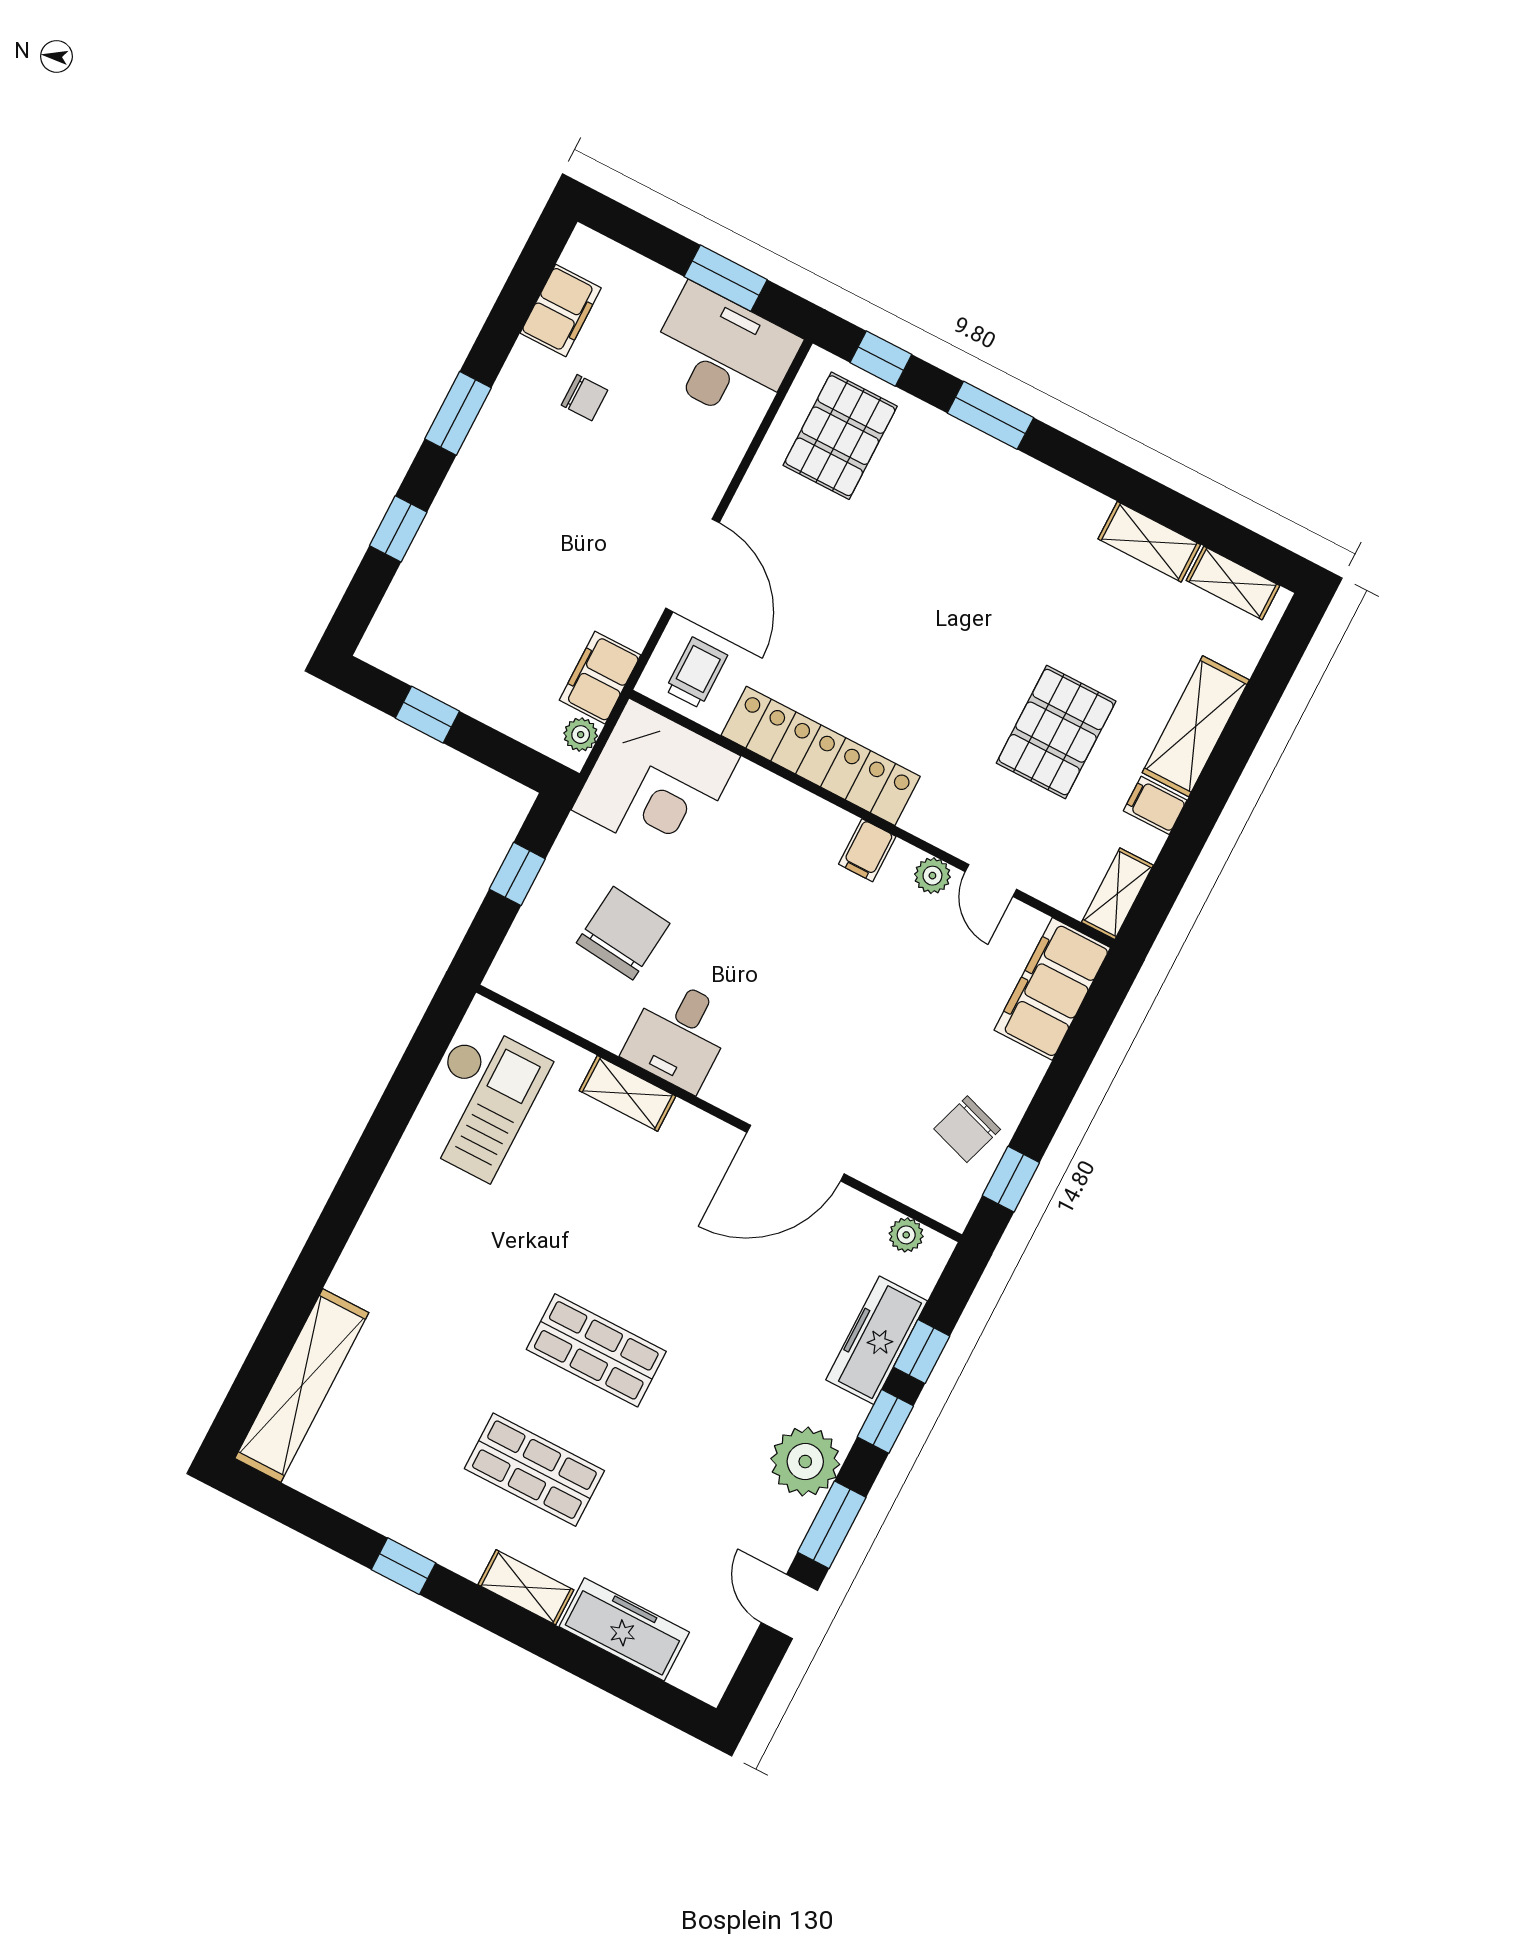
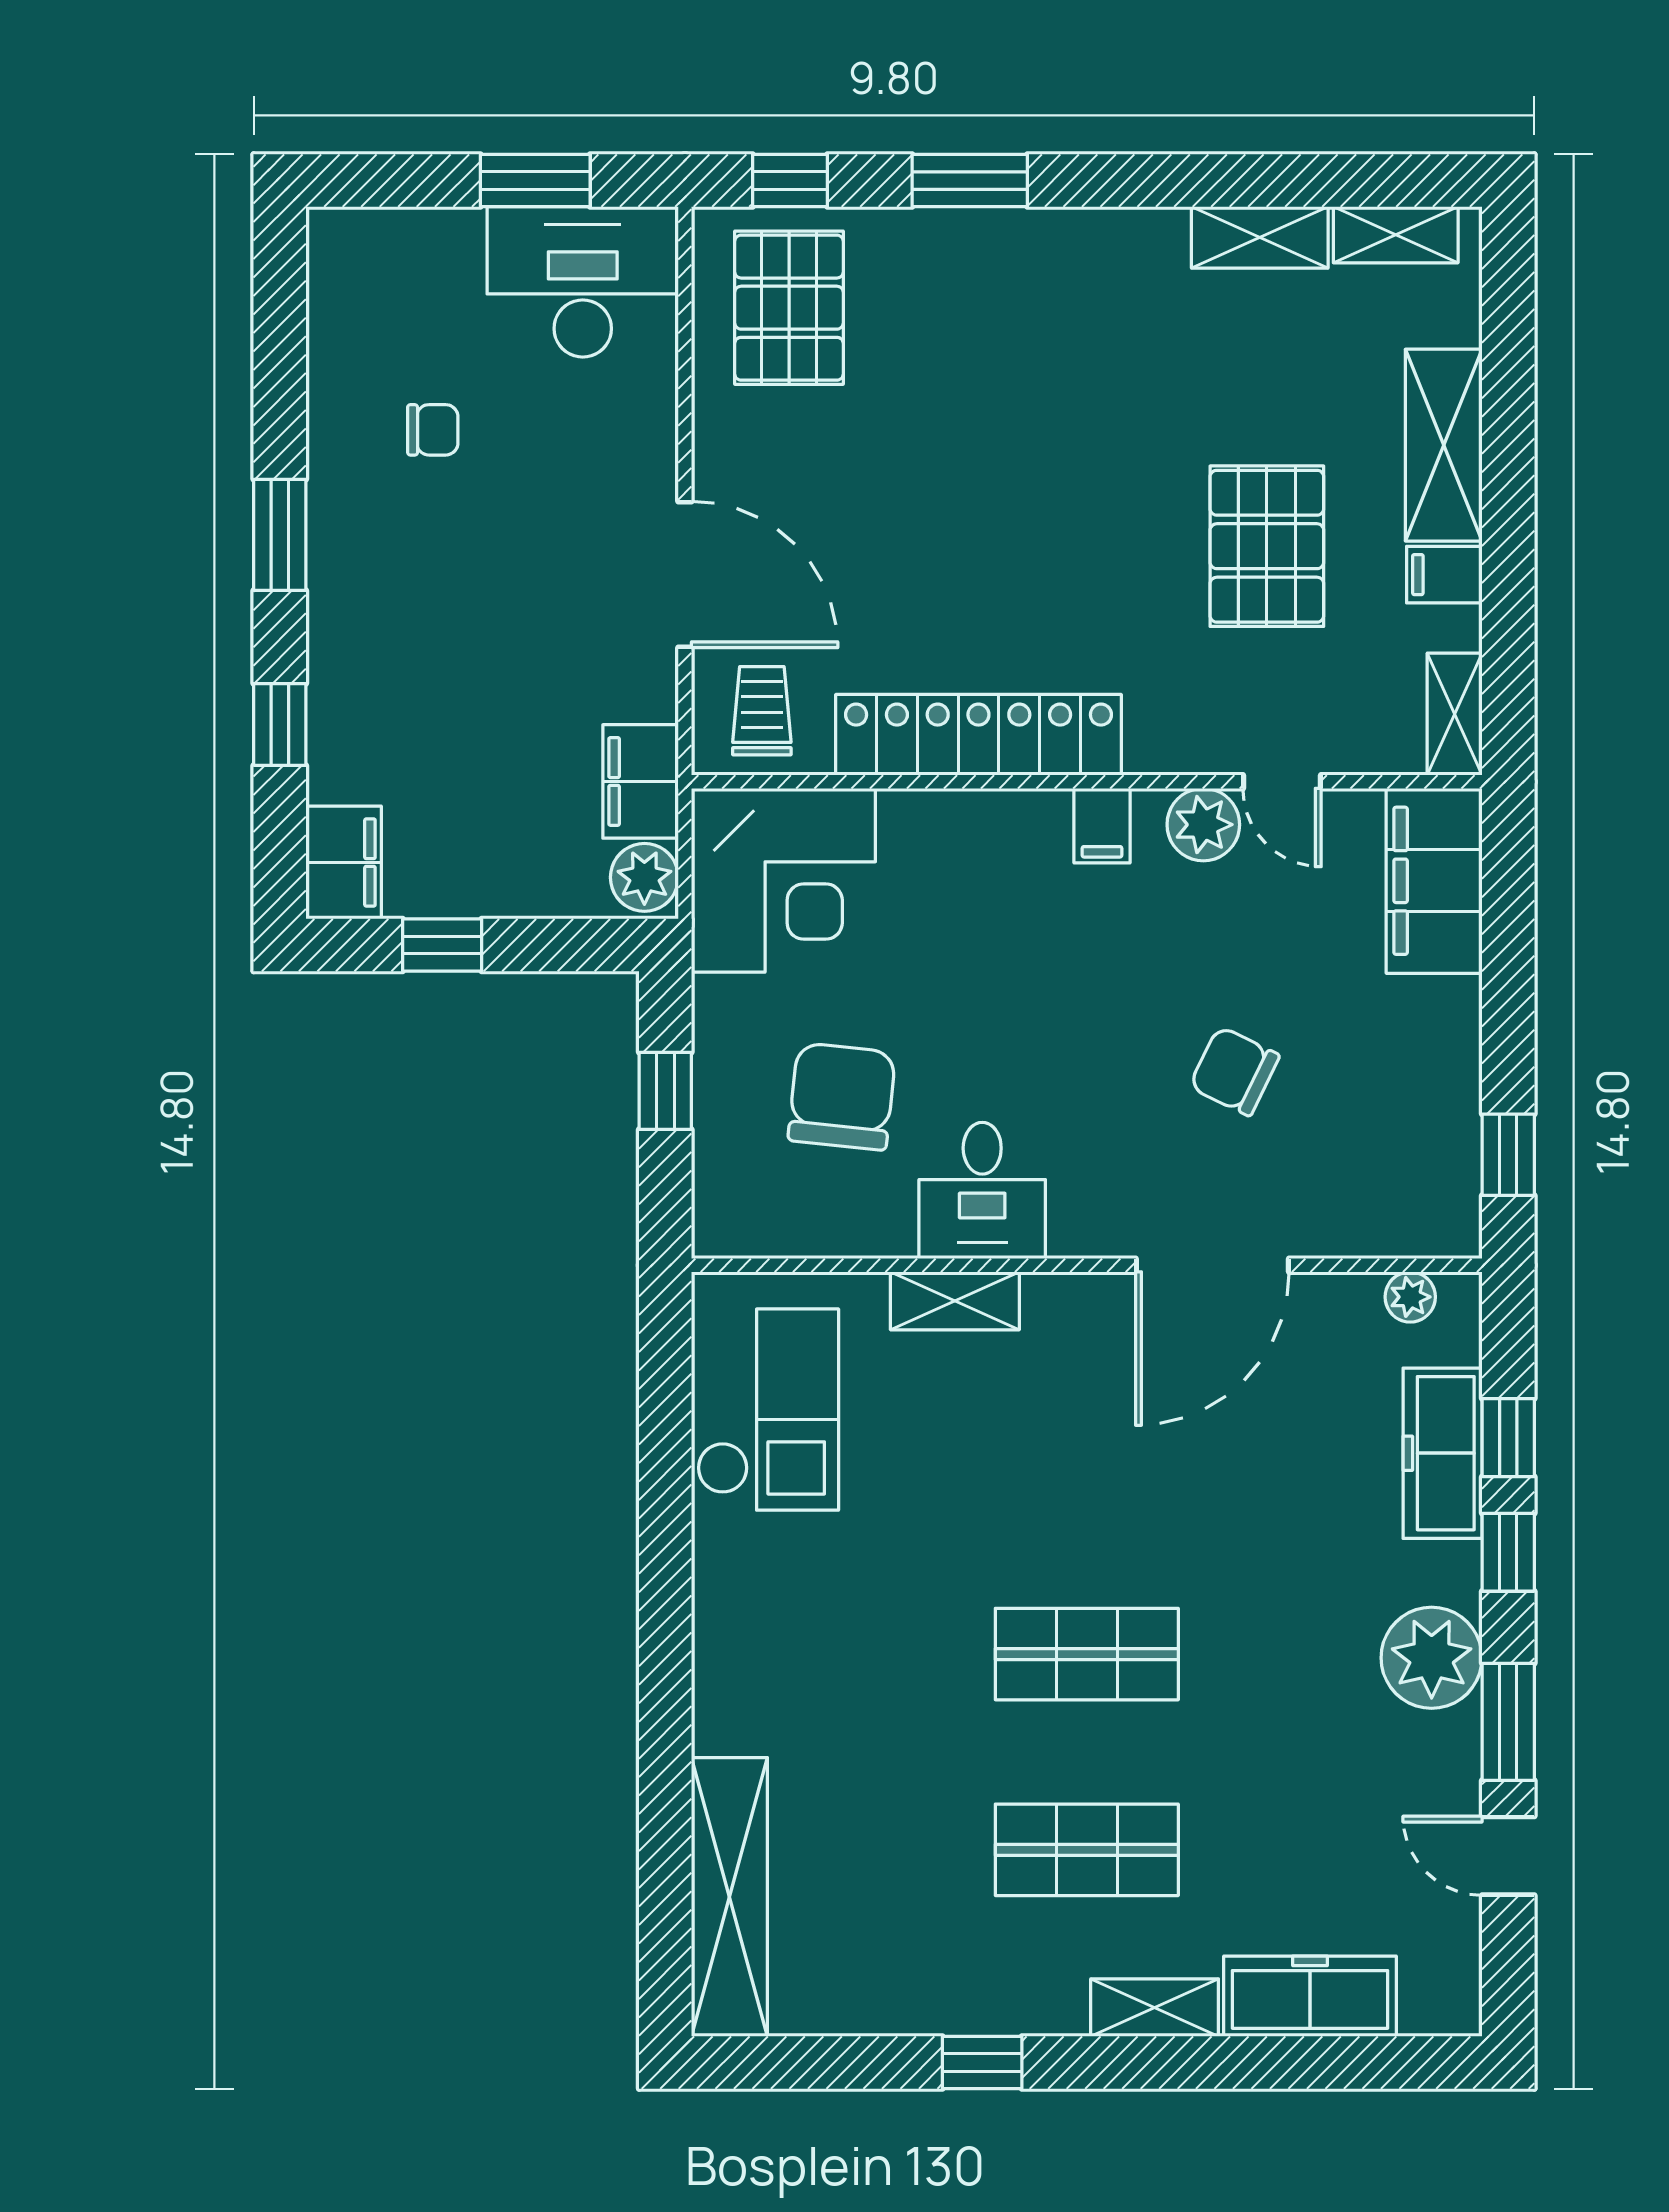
filing cabinet: (561, 310) -> (344, 862), moved
plant: (581, 735) -> (644, 877), width x1.38, depth x1.38
plant: (932, 876) -> (1203, 825), width x1.38, depth x1.38
chair: (967, 1129) -> (1234, 1071), moved, turned 98

